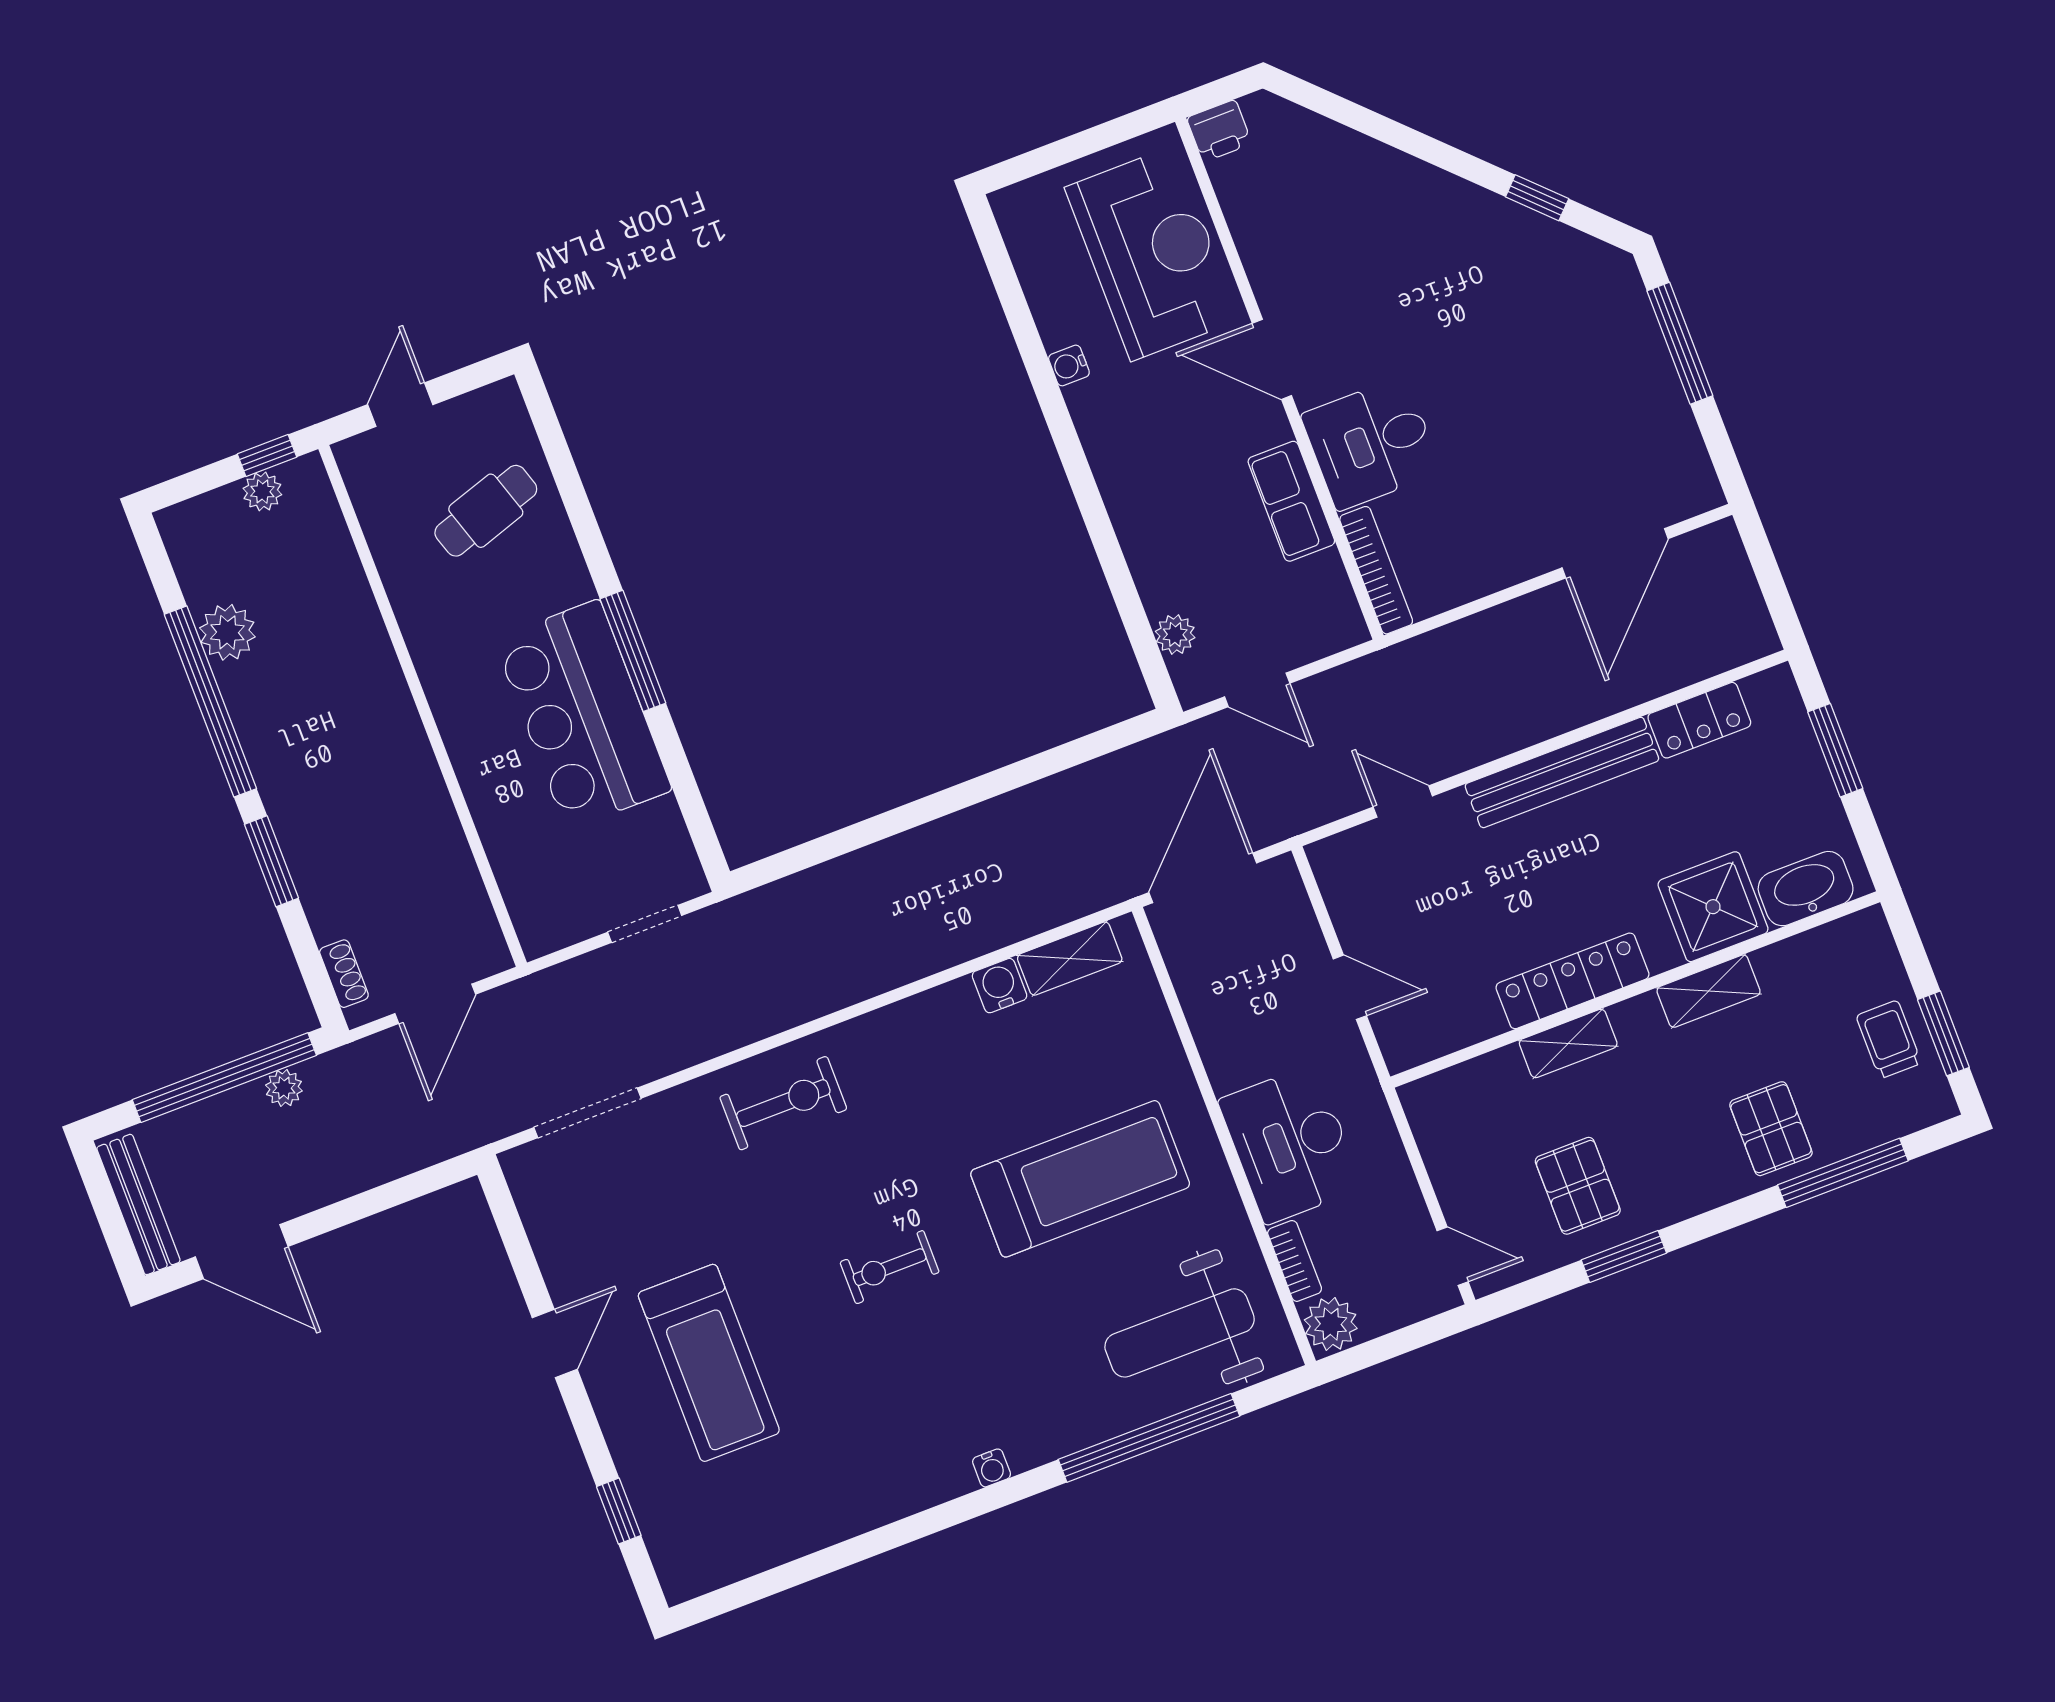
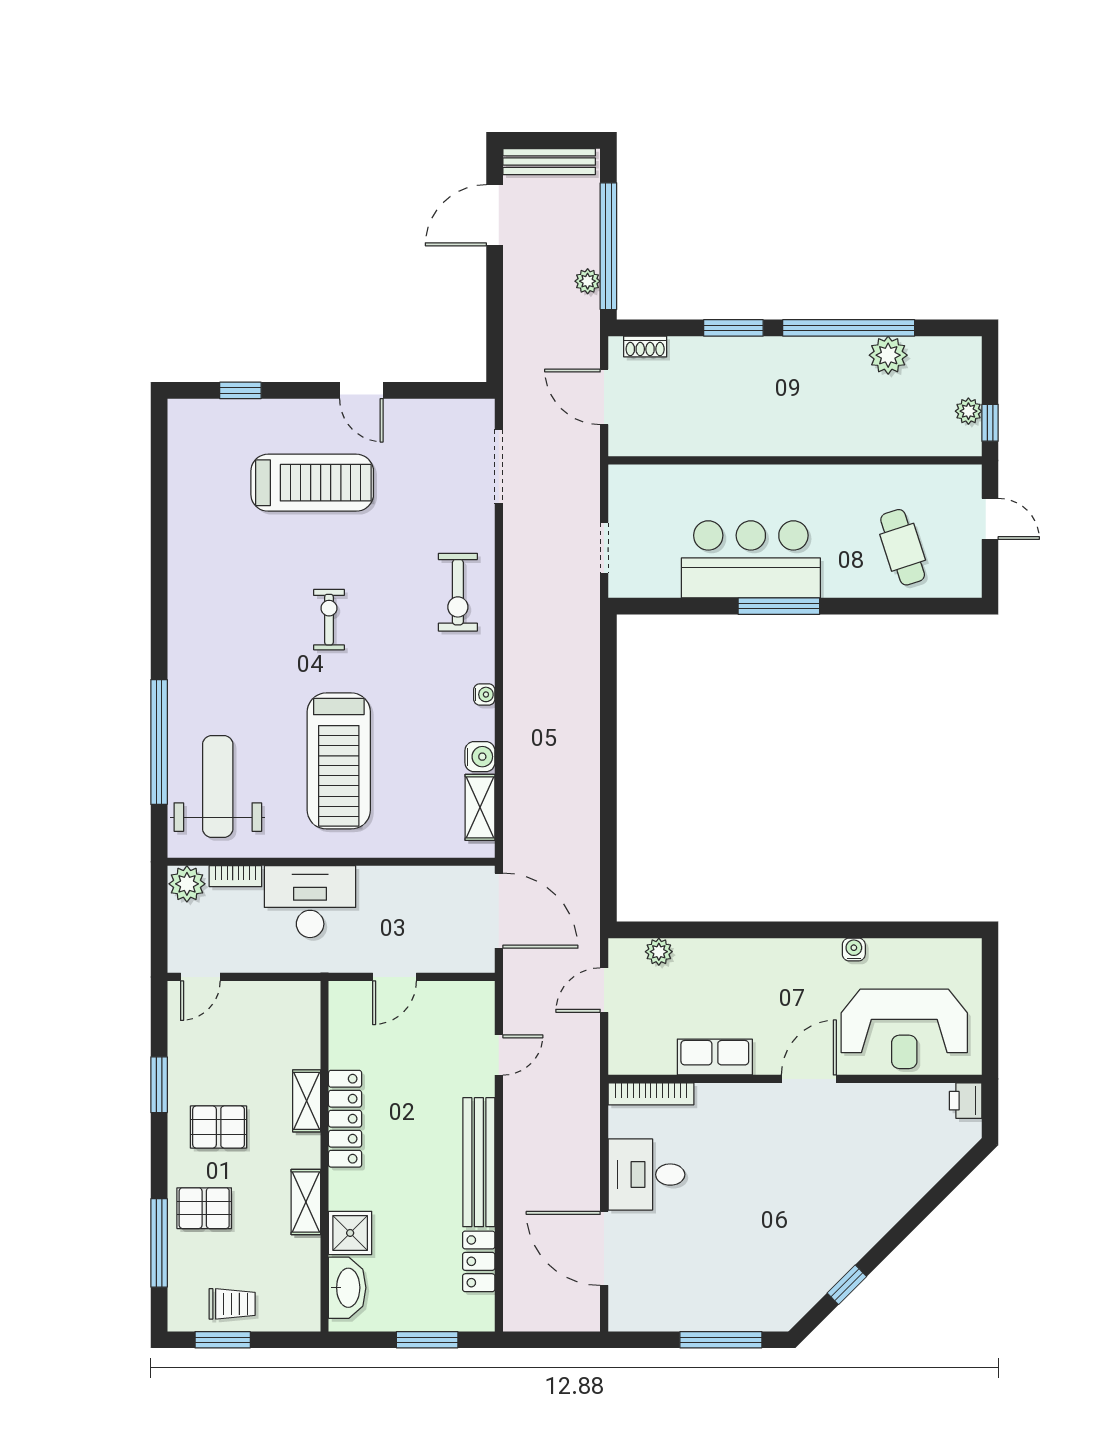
desk: (1371, 443) -> (646, 1175), moved, turned -90
shower: (1713, 907) -> (350, 1233), width x0.73, depth x0.73
pallet: (1578, 1186) -> (219, 1127), moved
treadmill: (709, 1363) -> (312, 483), turned 180
water cooler: (992, 1468) -> (484, 694), moved, turned 180

